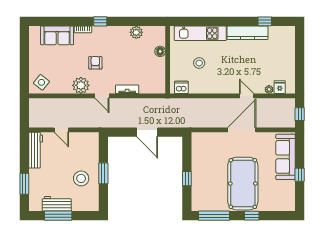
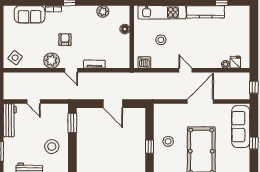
door: (247, 96) -> (185, 70), moved
window: (103, 173) -> (72, 123), moved
stool: (207, 173) -> (168, 141), added

